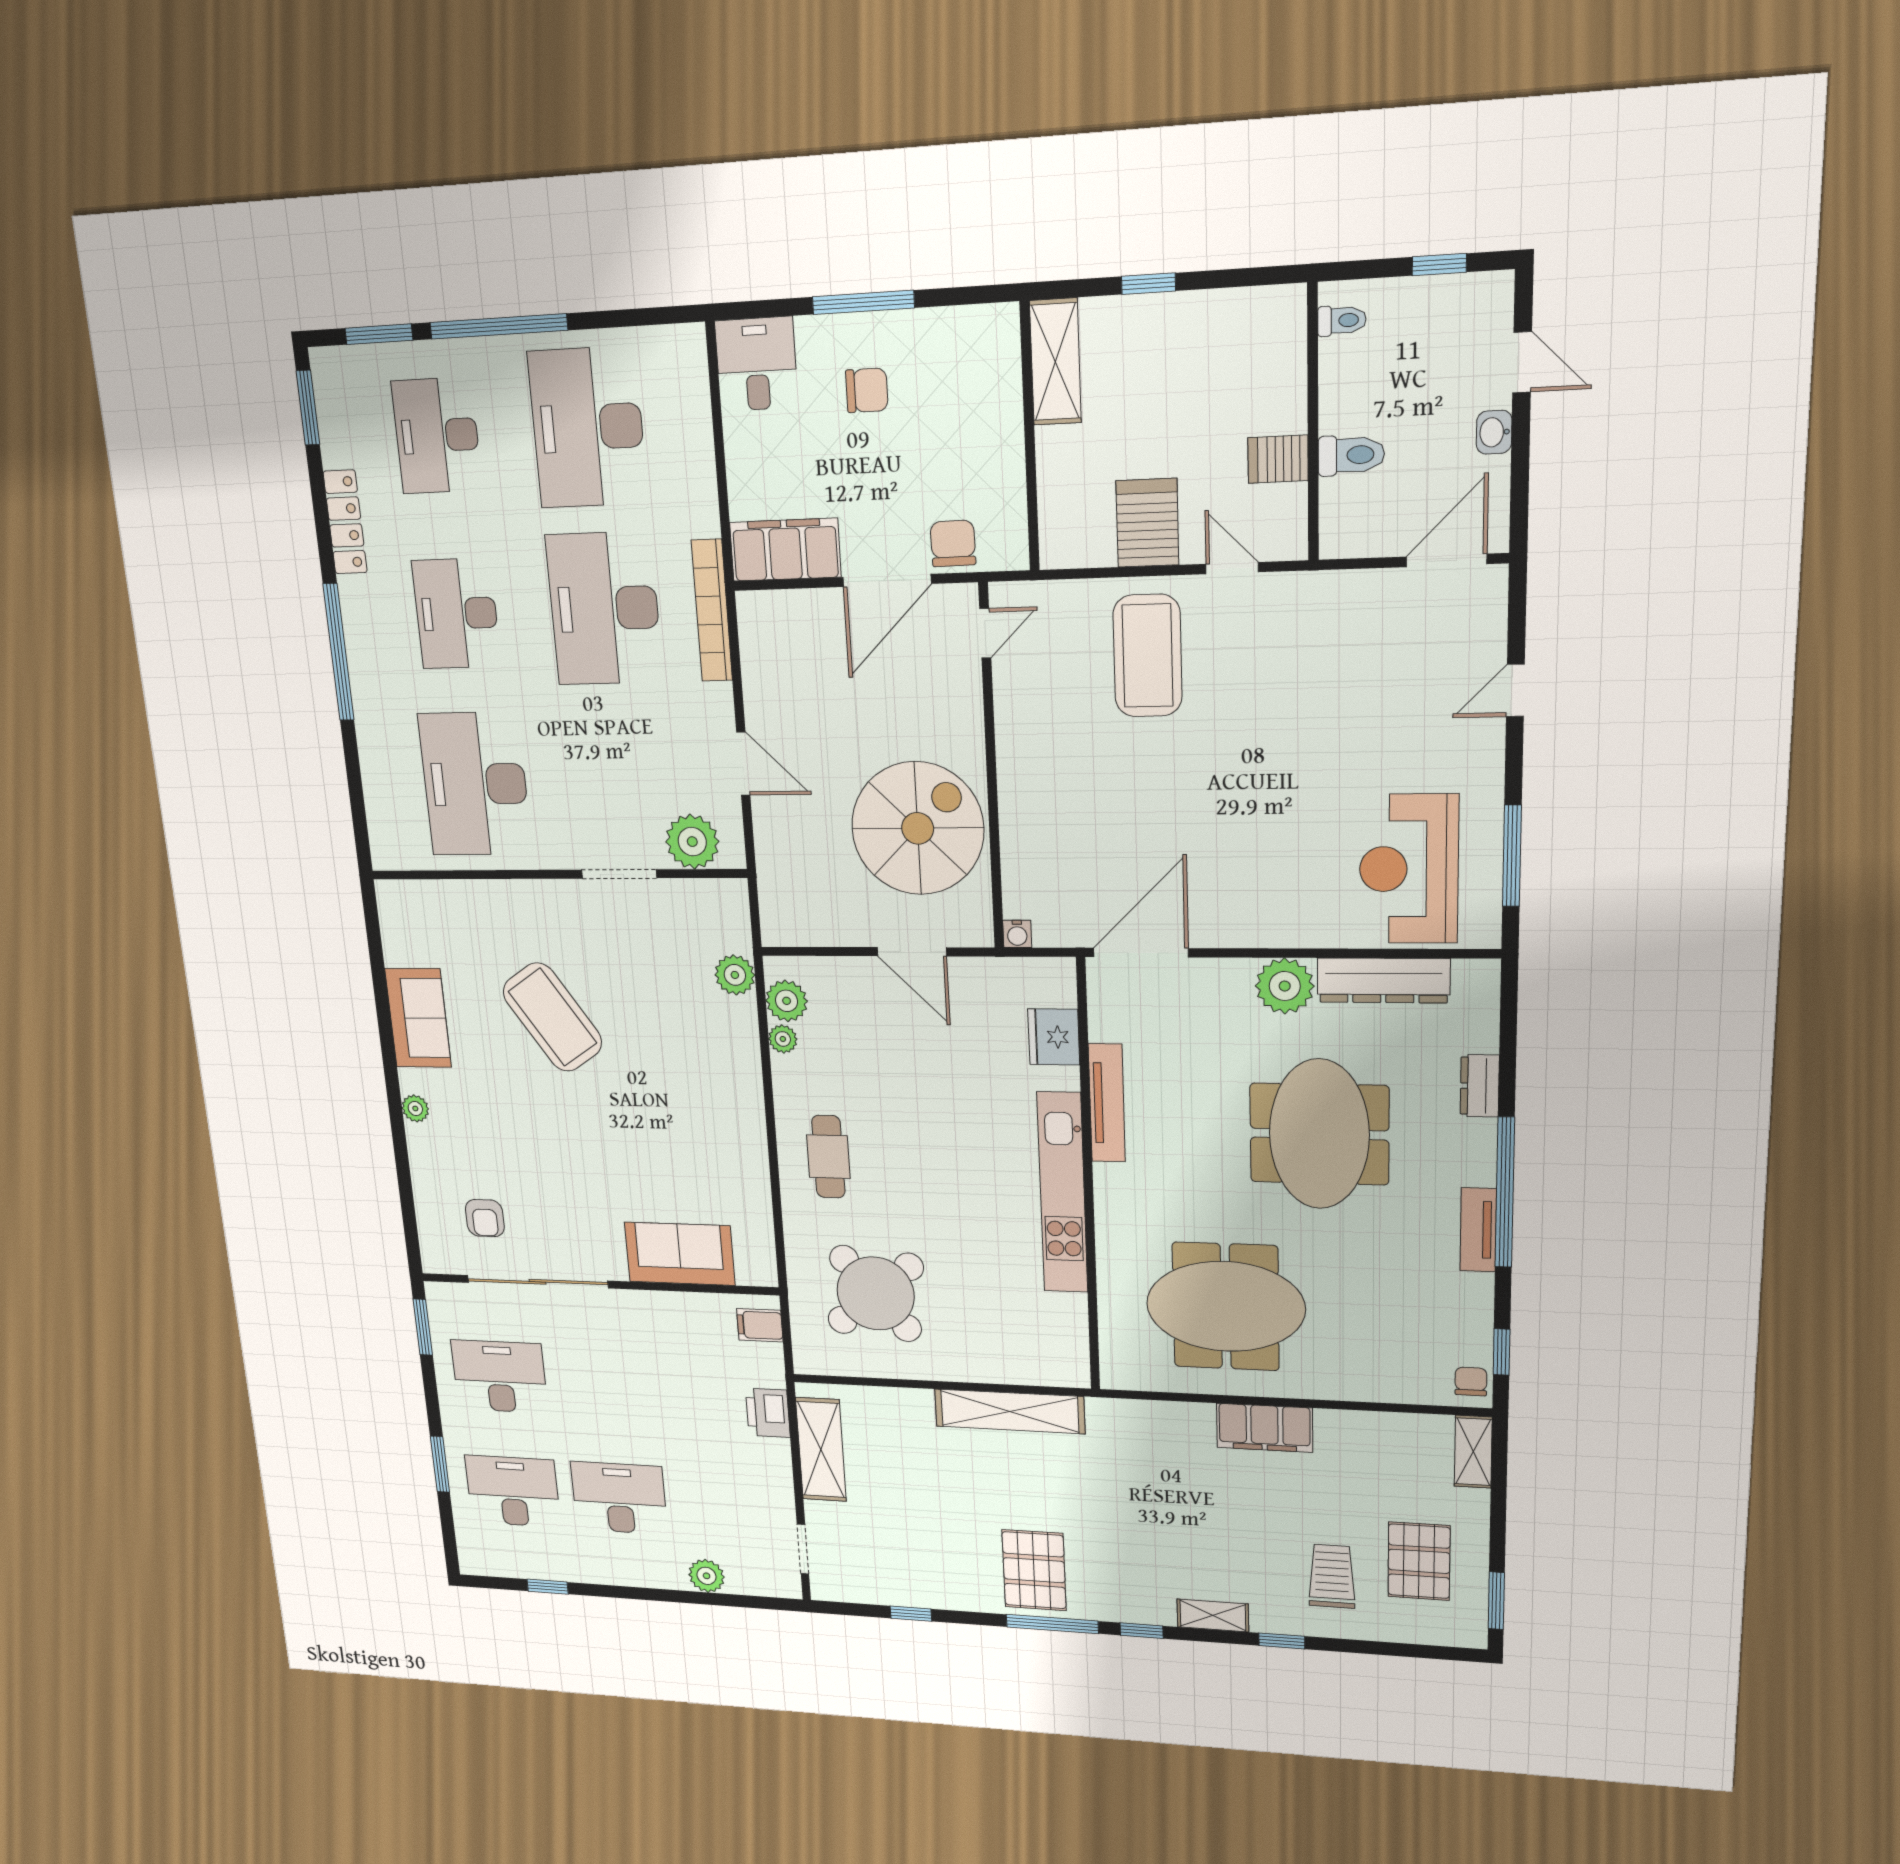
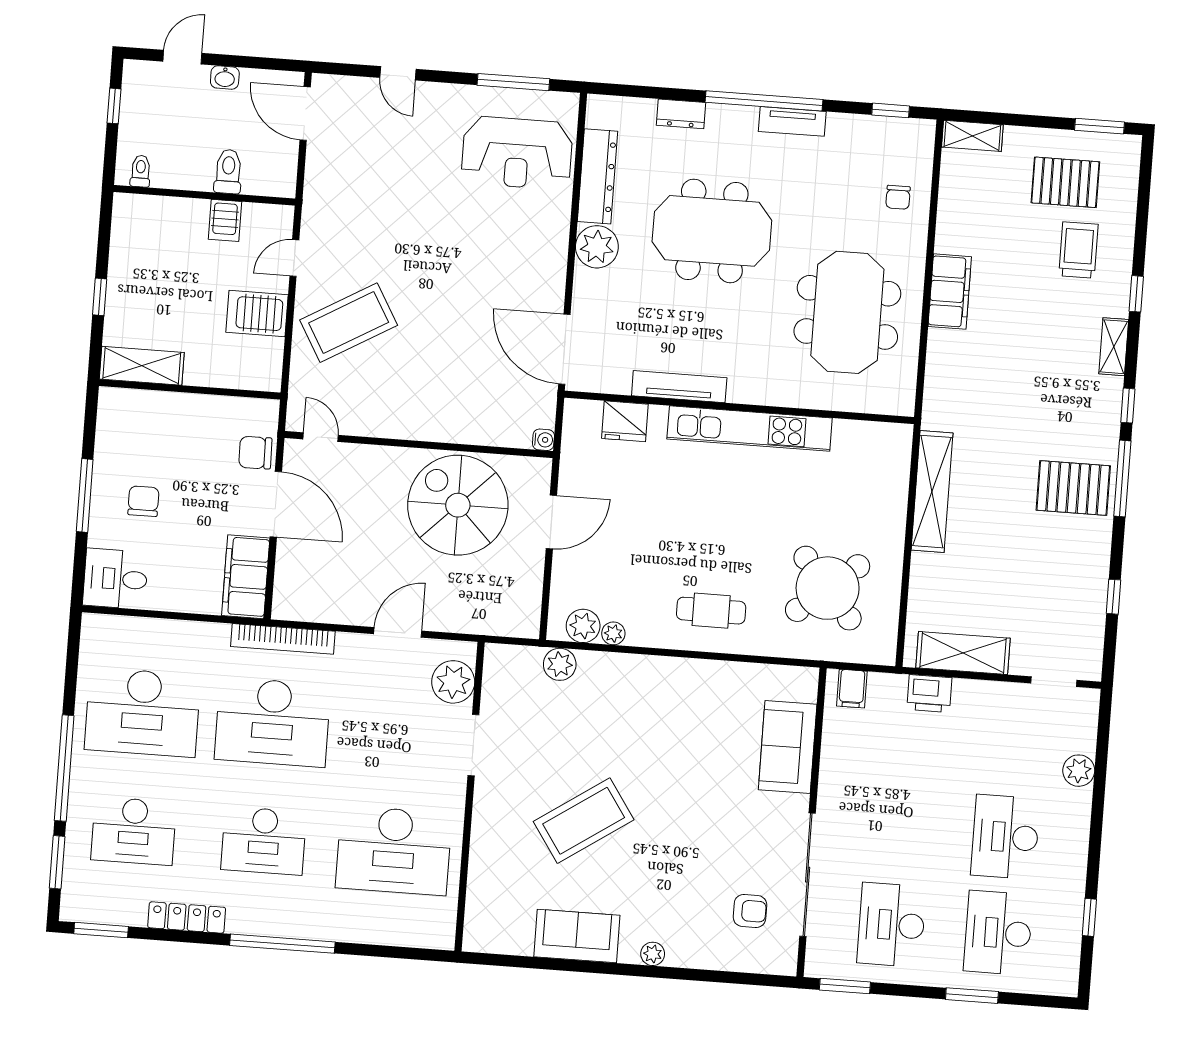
coffee table: (1148, 656) -> (349, 323), turned -30
chair: (1471, 1382) -> (898, 197), moved, turned -90
trolley: (1332, 1576) -> (1078, 250), turned 90

